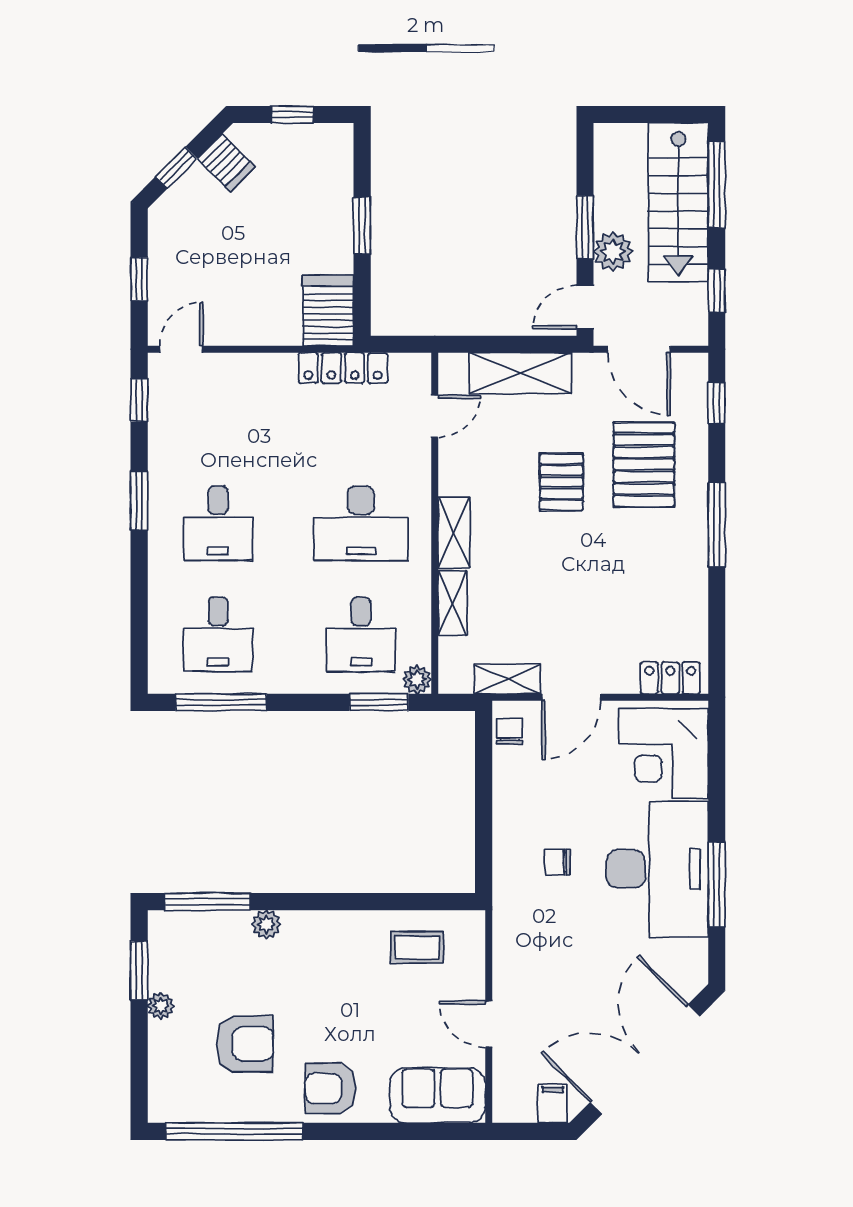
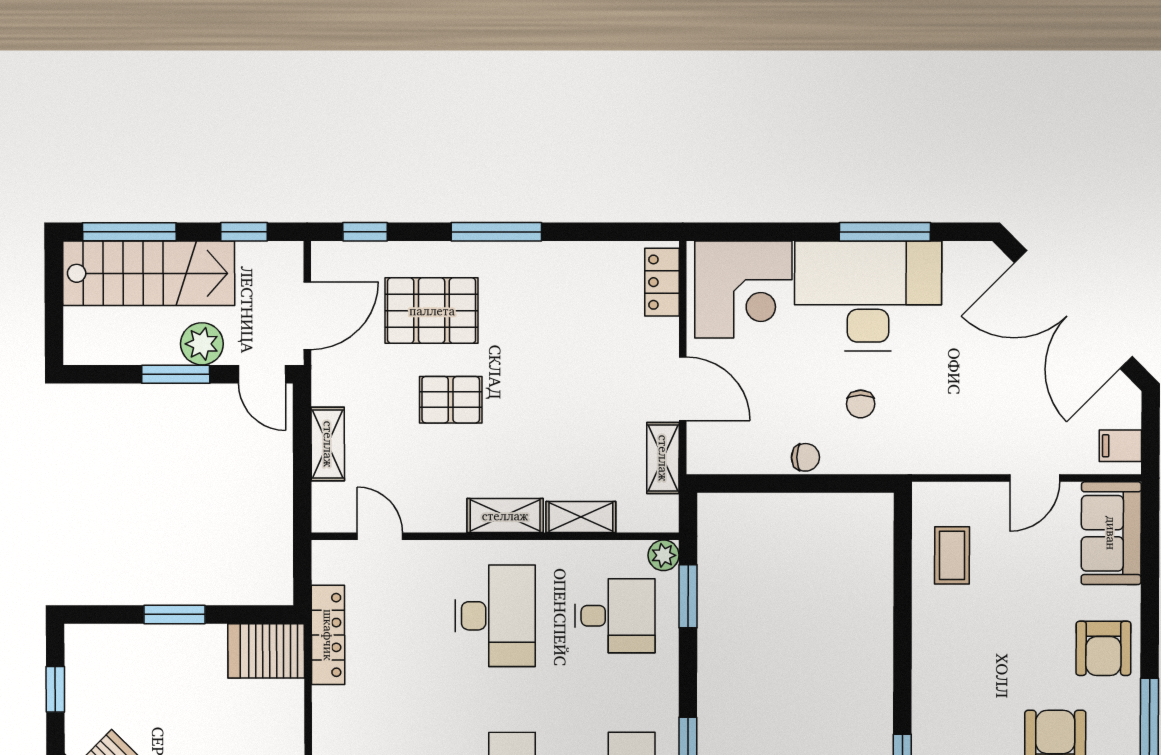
shelving: (520, 373) -> (328, 444), width x0.67, depth x0.75
chair: (510, 731) -> (805, 457), moved, turned 180
plant: (266, 924) -> (927, 717), removed
filing cabinet: (553, 1103) -> (1120, 446), moved

